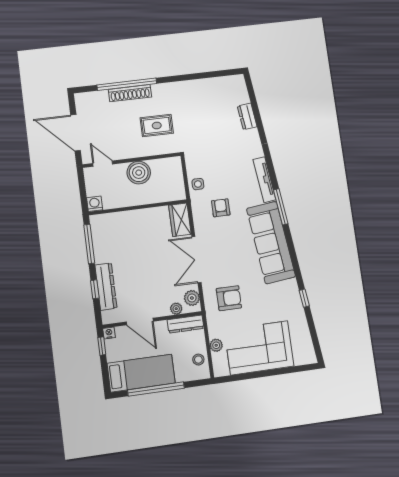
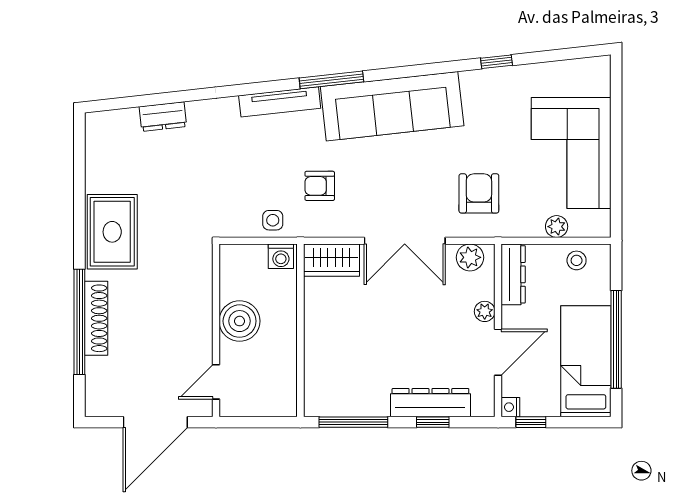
rug: (157, 125) -> (112, 232), moved, width x1.36, depth x1.43
washing machine: (95, 204) -> (281, 256), moved, turned -90
plant: (176, 309) -> (485, 311), moved

